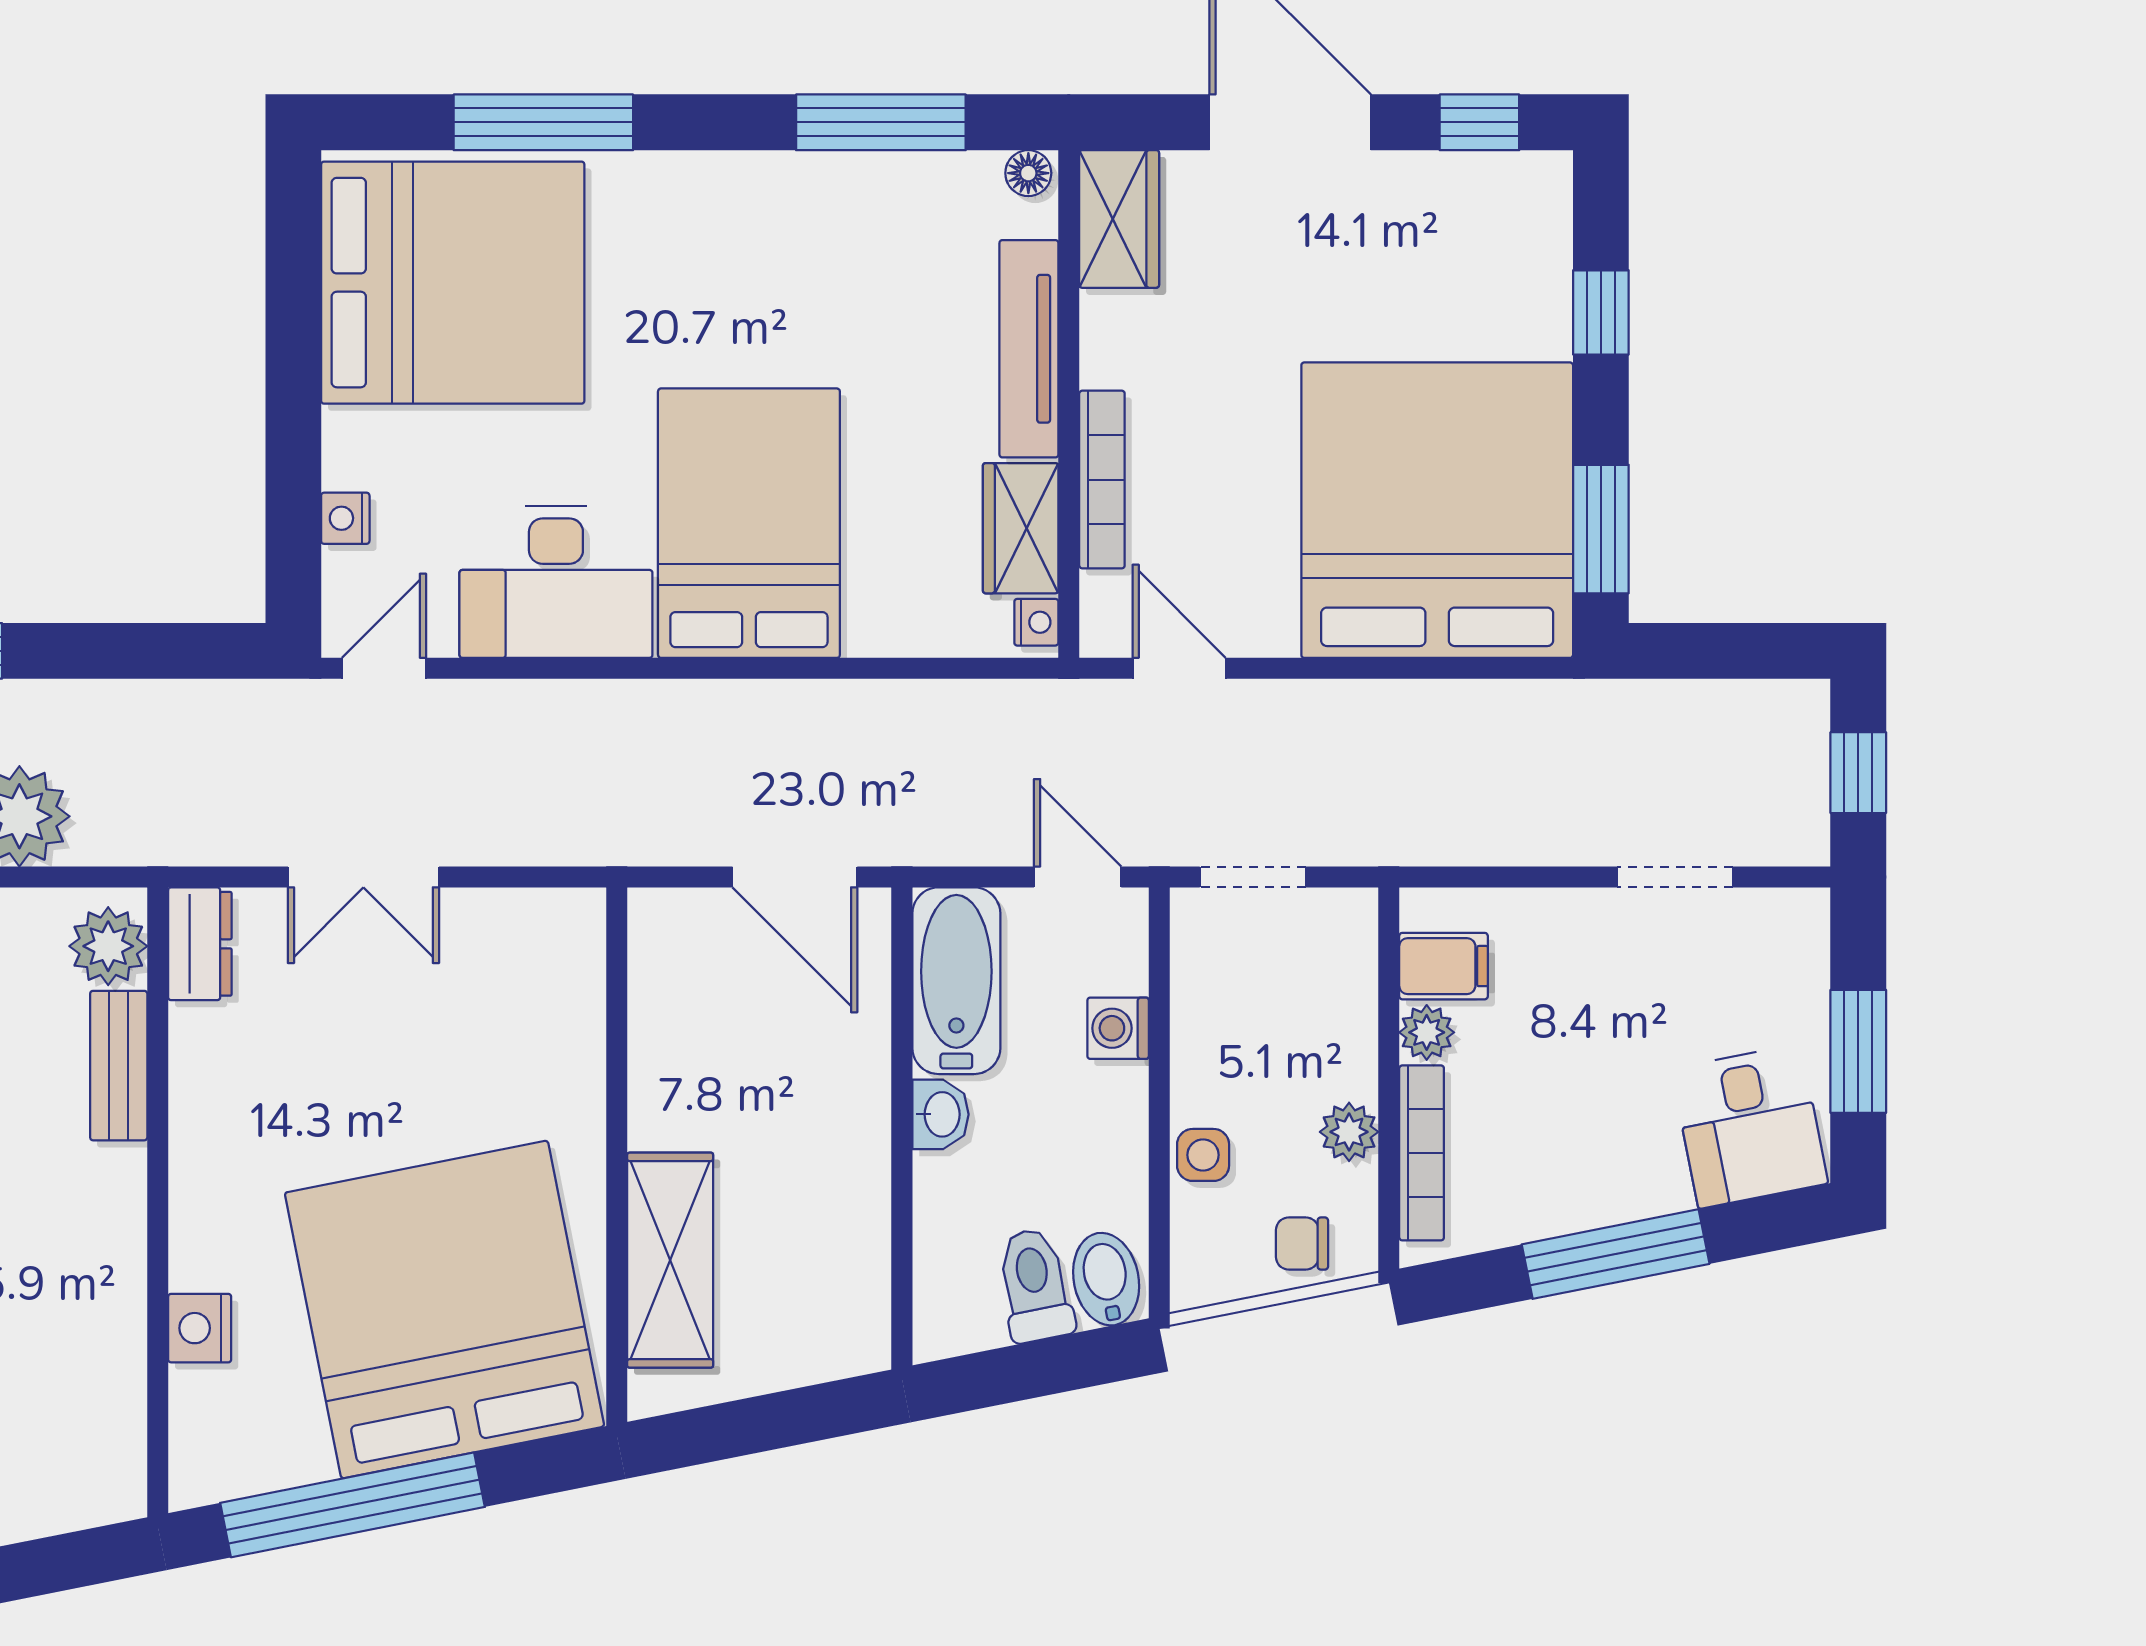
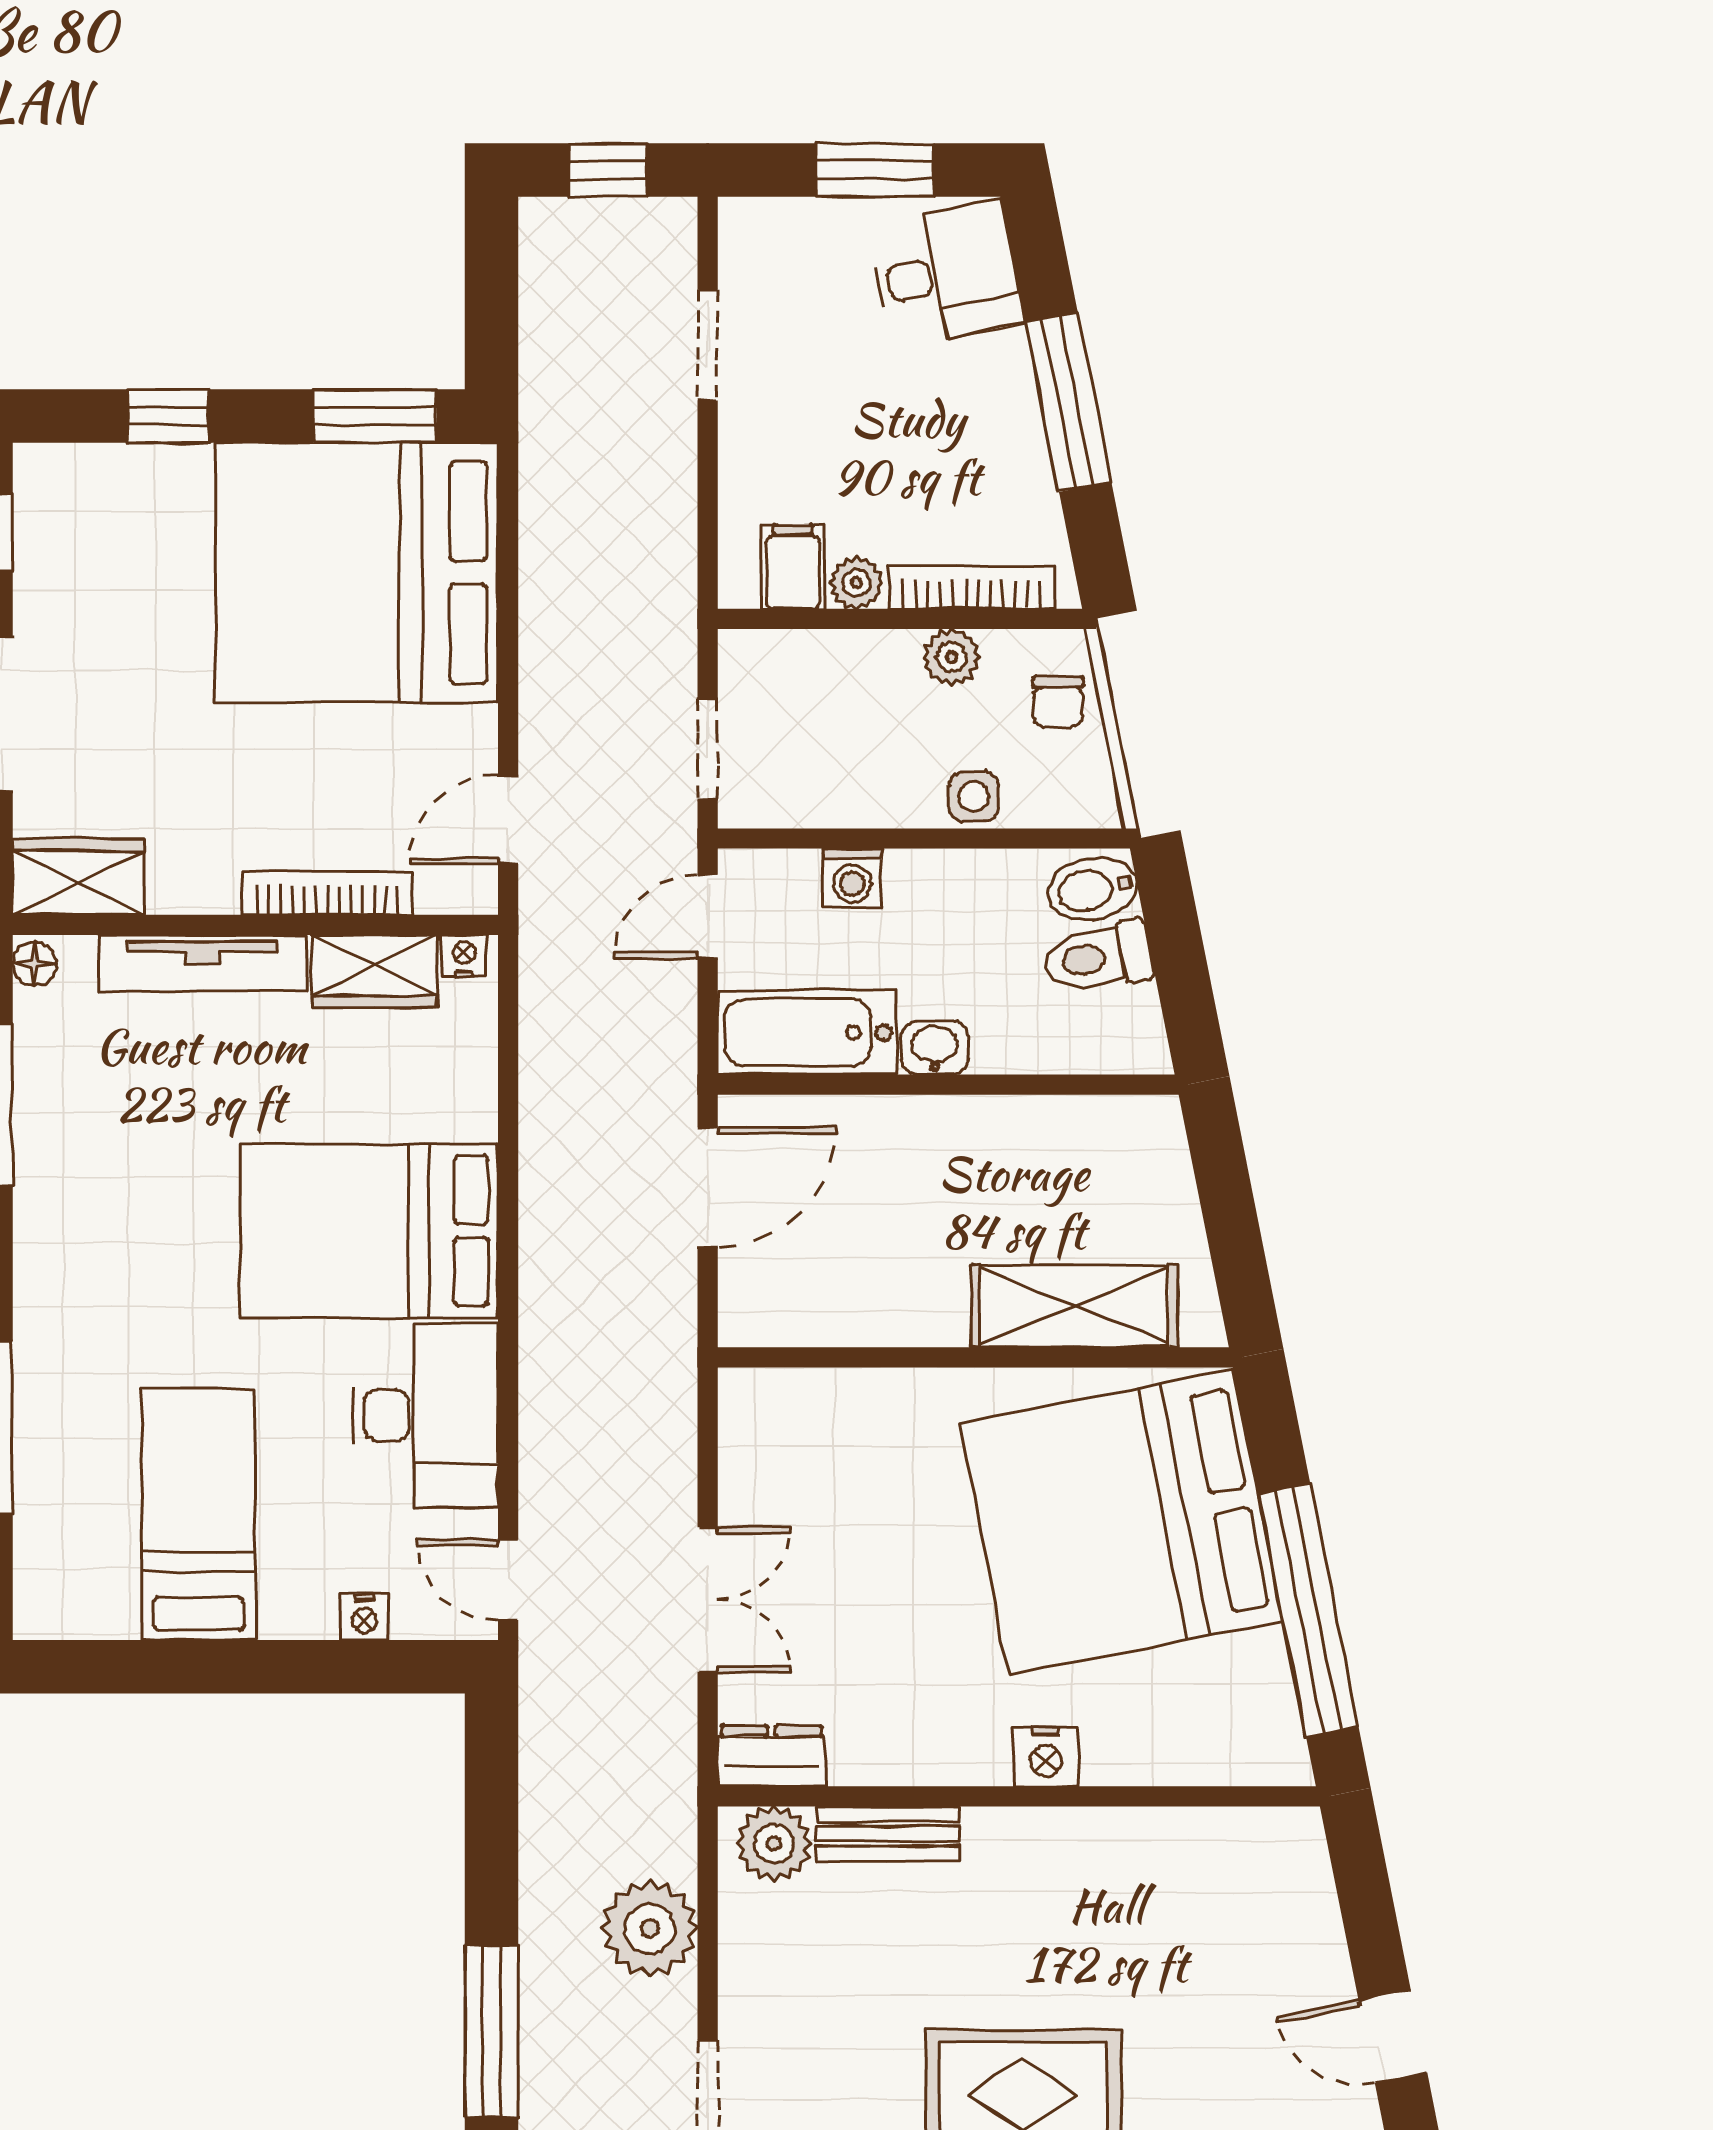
bed: (453, 283) -> (198, 1514), width x0.49
nightstand: (200, 1328) -> (1046, 1756), moved

